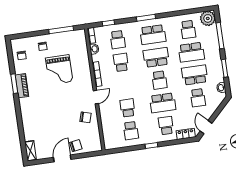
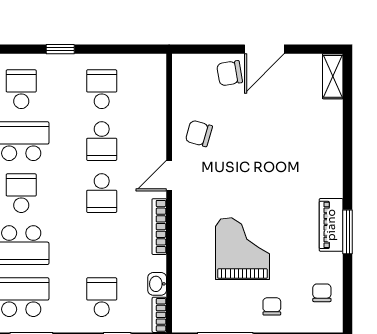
school desk: (121, 62) -> (102, 193), moved
school desk: (166, 126) -> (21, 89), turned 180

